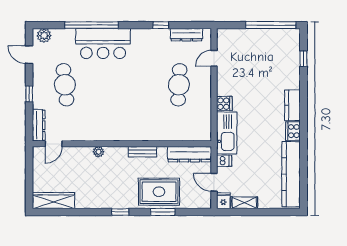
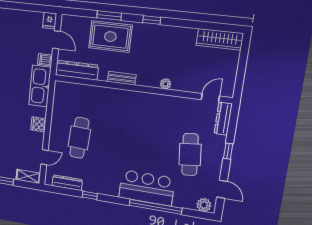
cooker: (224, 104) -> (38, 124), moved
shelving: (244, 203) -> (28, 176), moved

